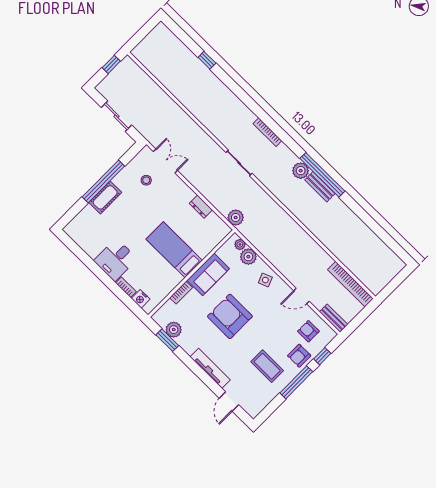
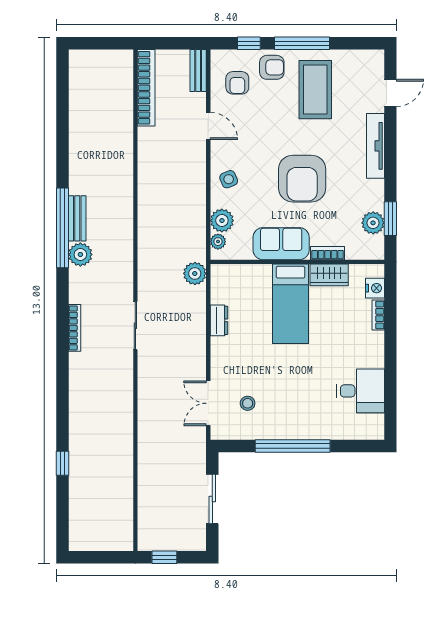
cot: (105, 197) -> (307, 428), removed
desk: (116, 260) -> (361, 391), moved
wardrobe: (170, 283) -> (329, 275), added
coffee table: (267, 366) -> (315, 90), width x1.36, depth x1.32

